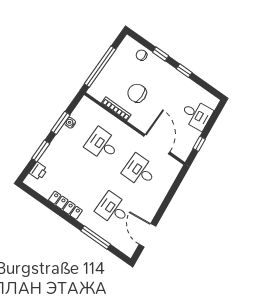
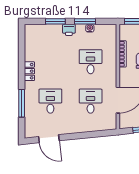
printer: (38, 171) -> (69, 30), moved
locker: (65, 205) -> (29, 71), width x0.66
door: (147, 235) -> (49, 139), swing flipped

